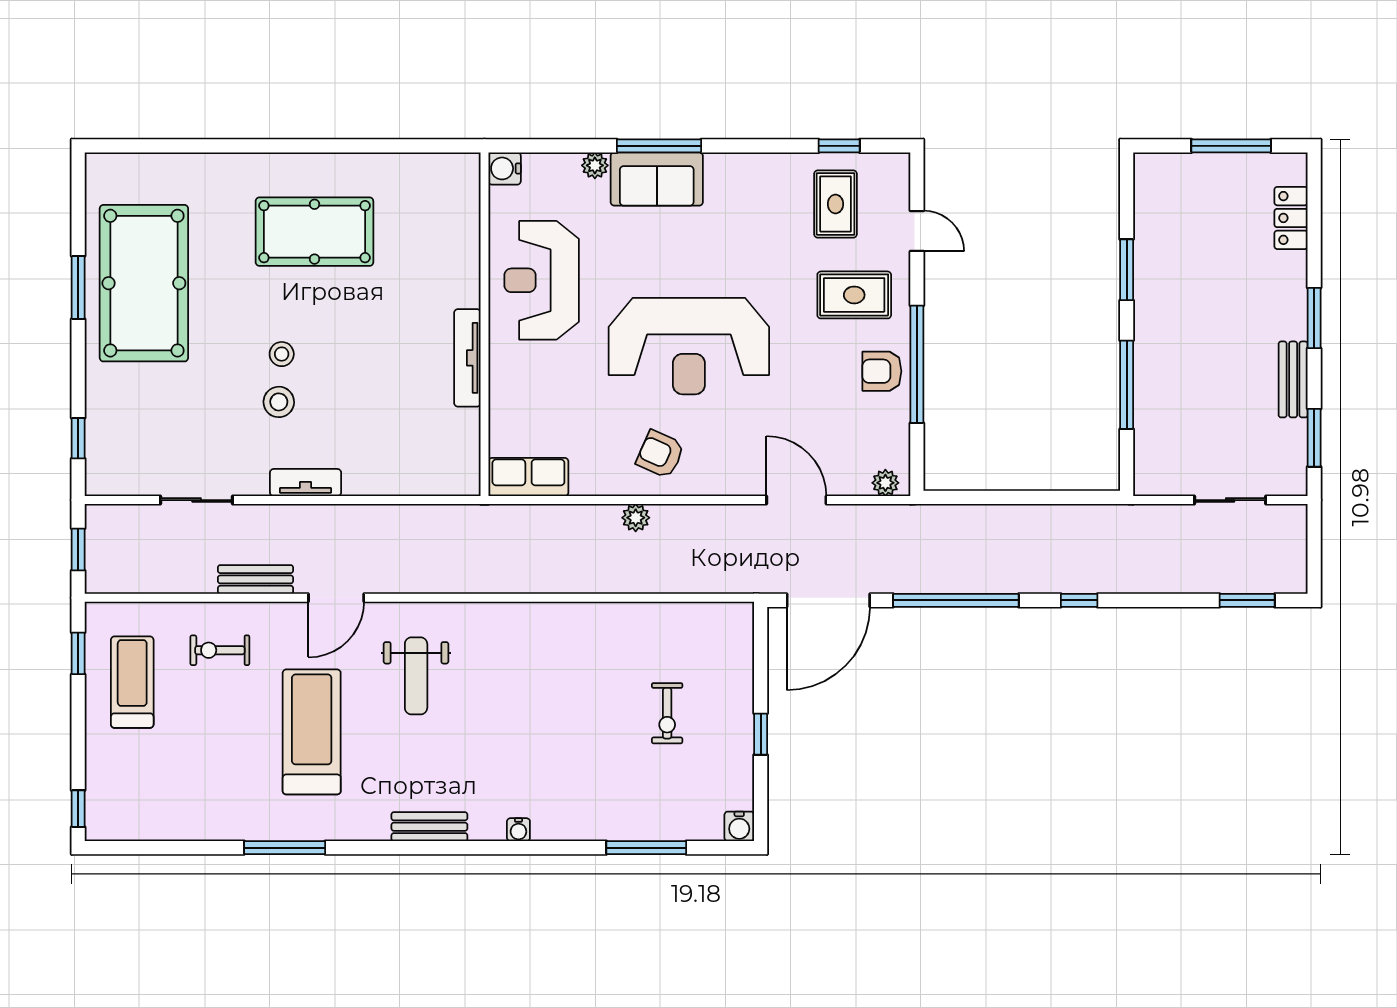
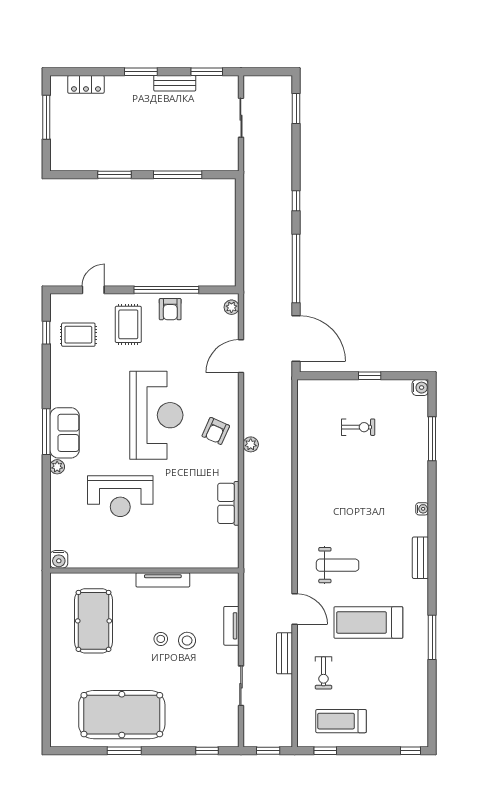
water cooler: (505, 168) -> (59, 559), moved
wall: (485, 324) -> (144, 570), moved
tv unit: (467, 358) -> (163, 580), moved

